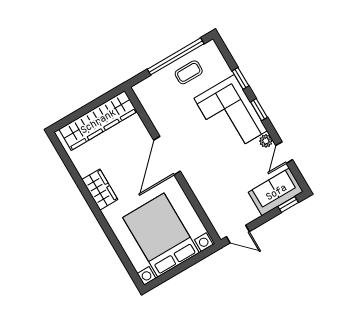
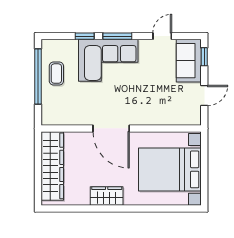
window: (259, 110) -> (117, 36), width x1.50
plant: (266, 141) -> (145, 45), removed
door: (284, 153) -> (162, 36), swing flipped
door: (238, 234) -> (204, 96), moved

